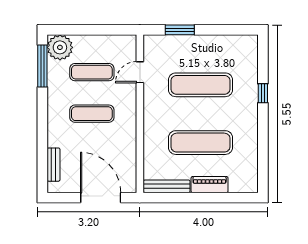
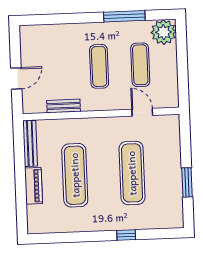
window: (180, 30) -> (187, 182), moved
window: (42, 66) -> (124, 16), moved
bench: (54, 165) -> (64, 106), moved
door: (101, 198) -> (16, 78), width x0.53

